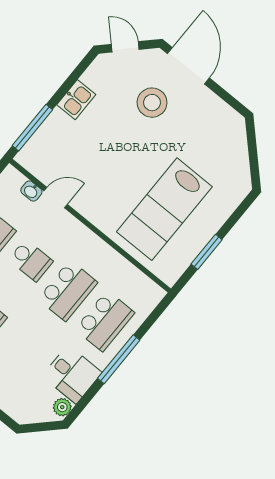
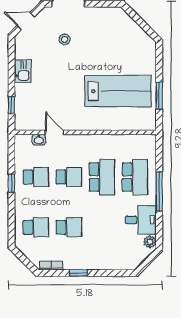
stool: (152, 103) -> (65, 39), width x0.53, depth x0.53
window: (32, 128) -> (12, 105), width x0.46
door: (56, 198) -> (55, 132), hinge flipped
lab bench: (164, 209) -> (118, 91), turned -90

